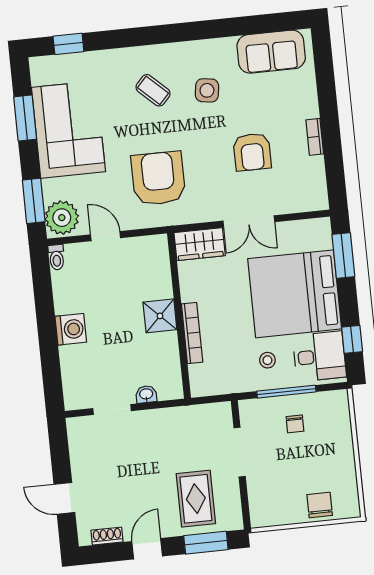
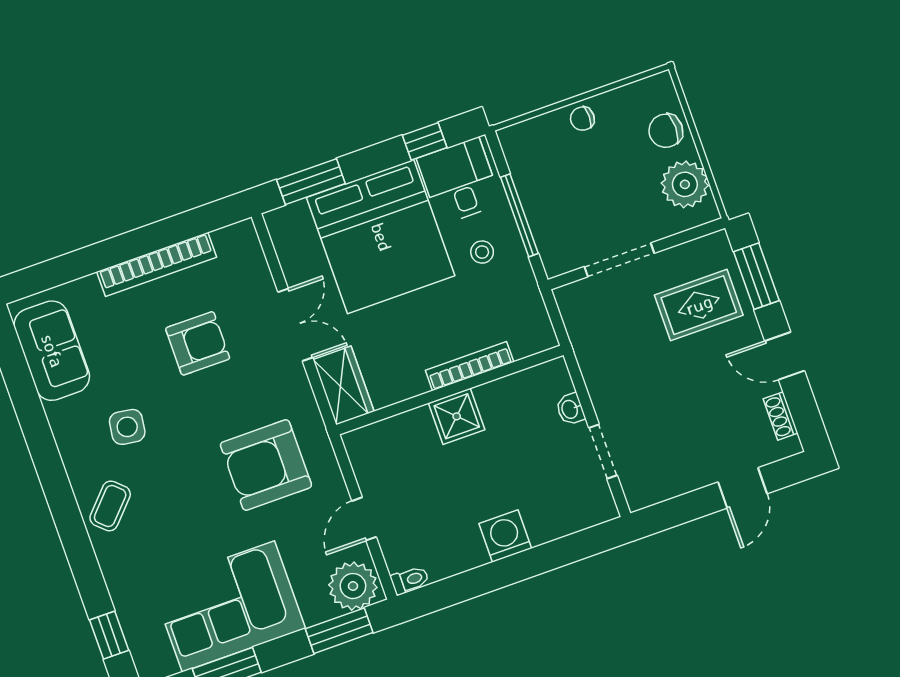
coffee table: (153, 90) -> (110, 506), moved
bookcase: (315, 137) -> (157, 264), width x2.31, depth x1.31
chair: (295, 424) -> (582, 119), moved, turned 180
plant: (280, 509) -> (685, 184), added

